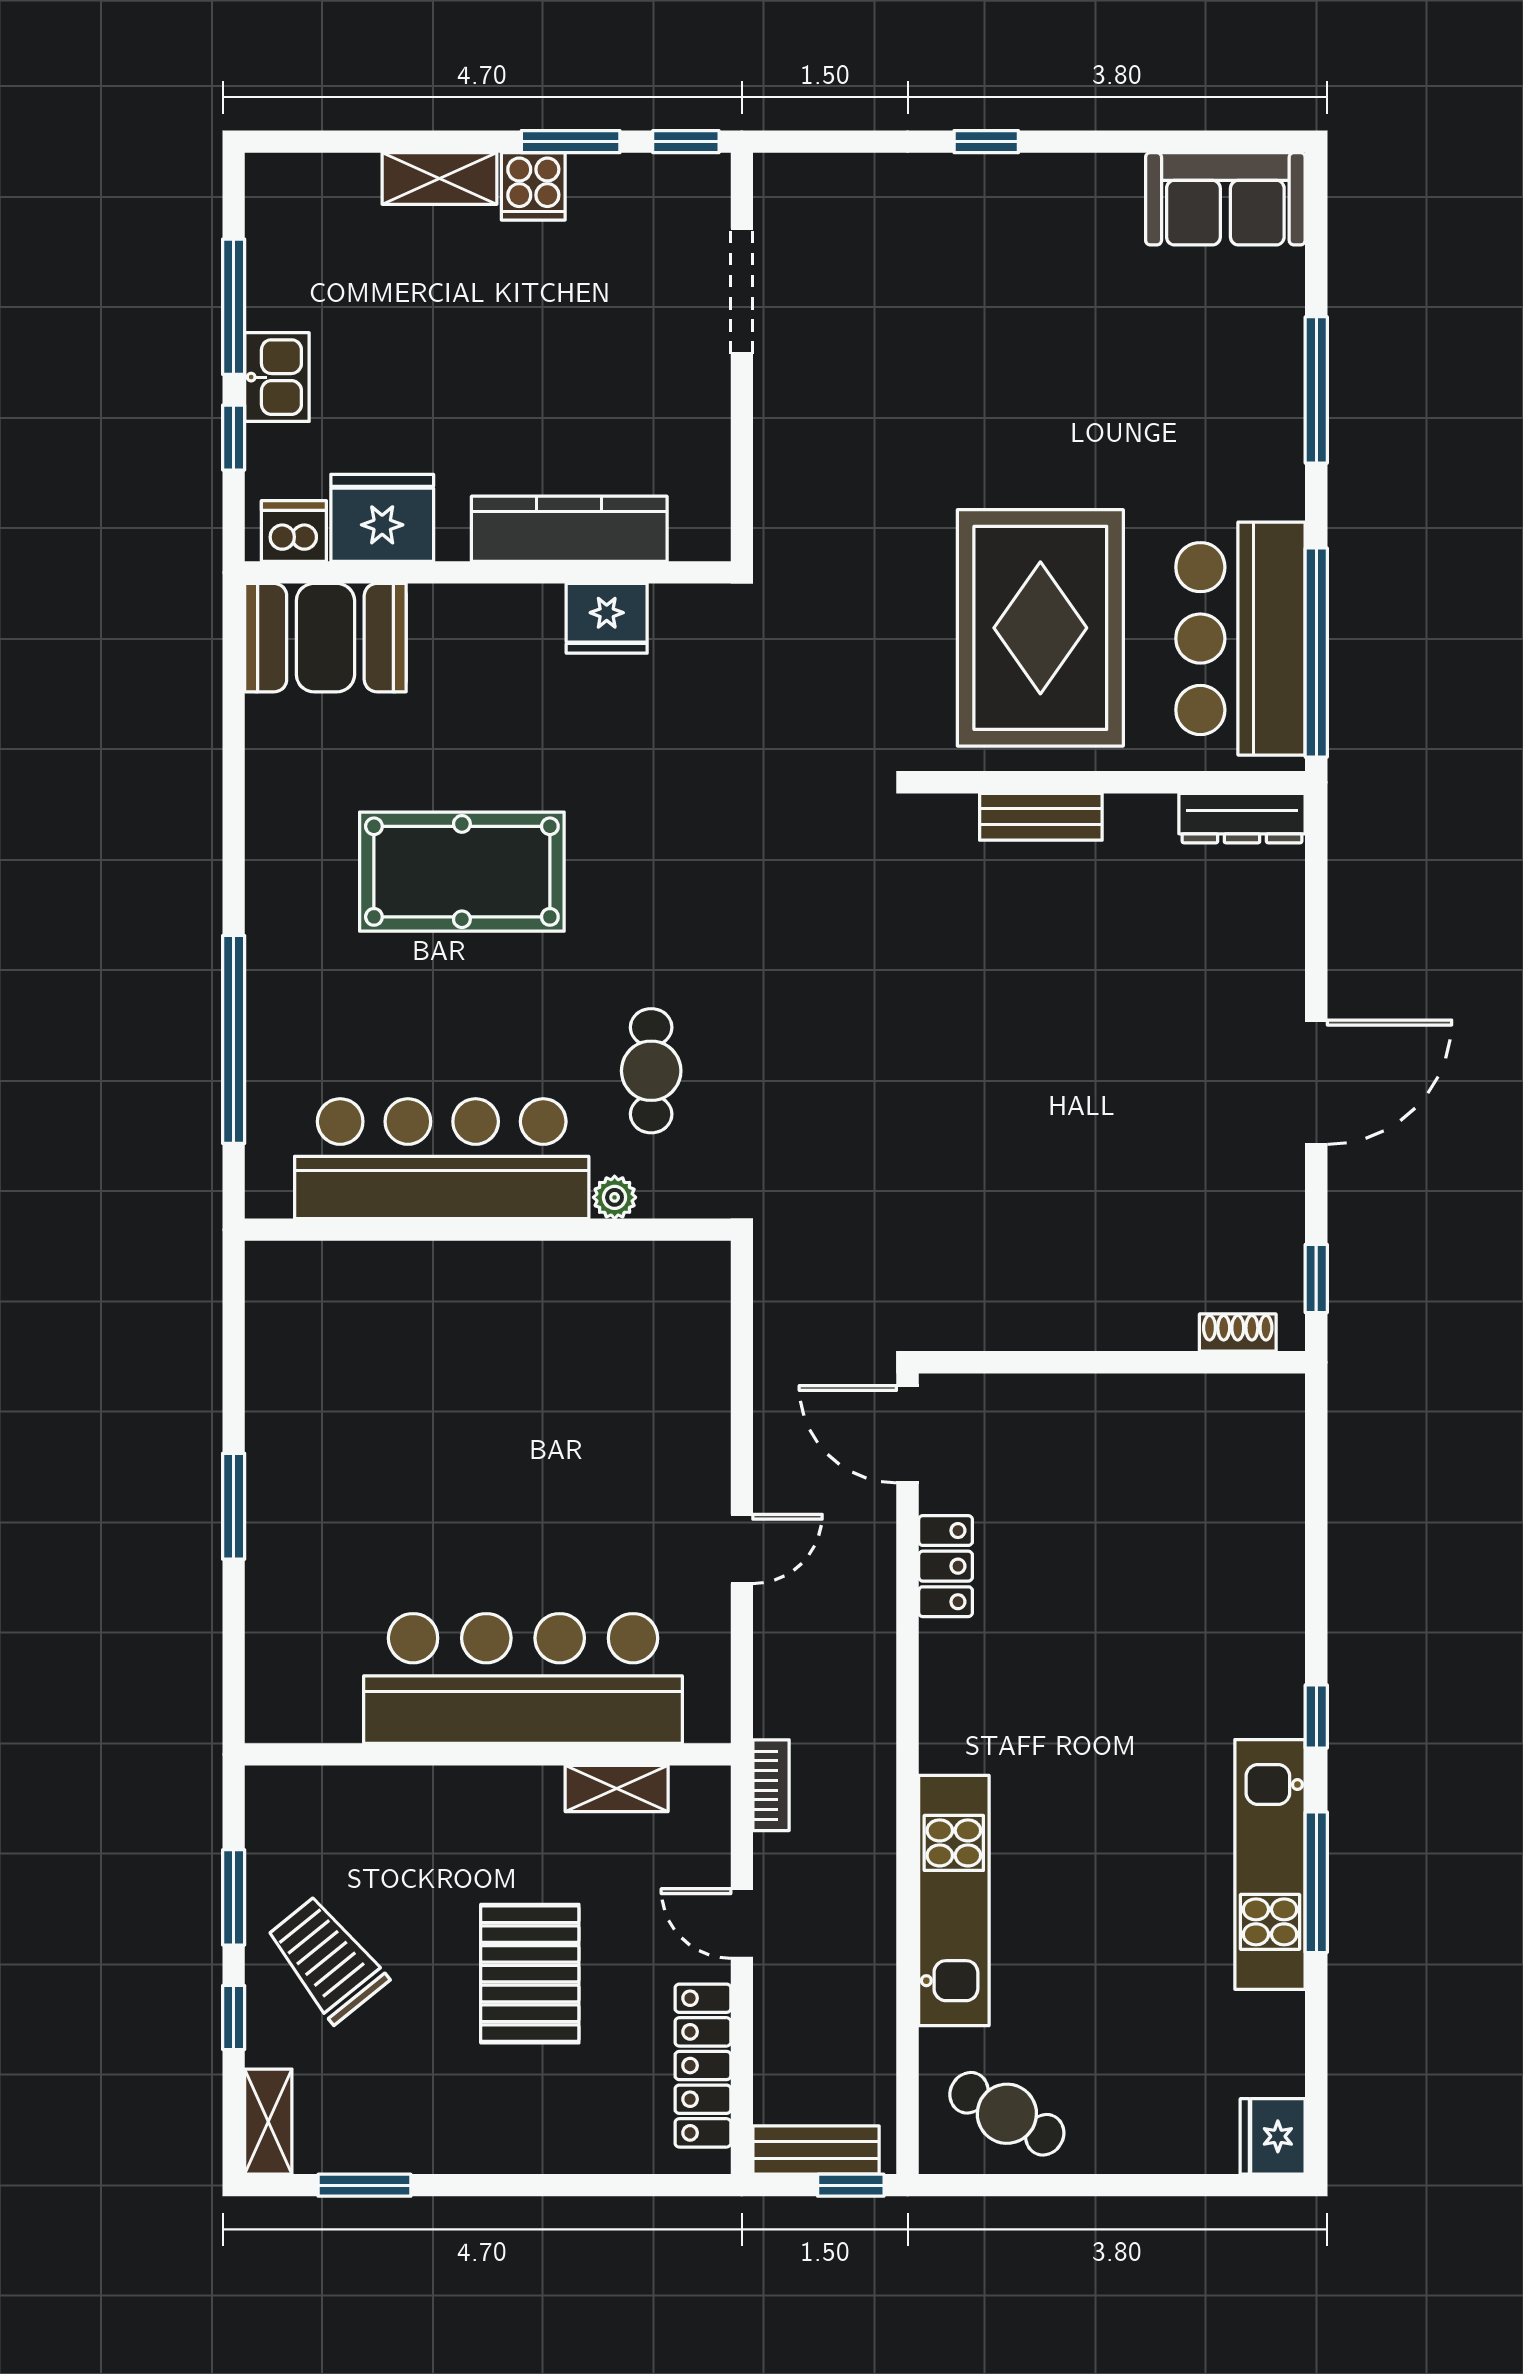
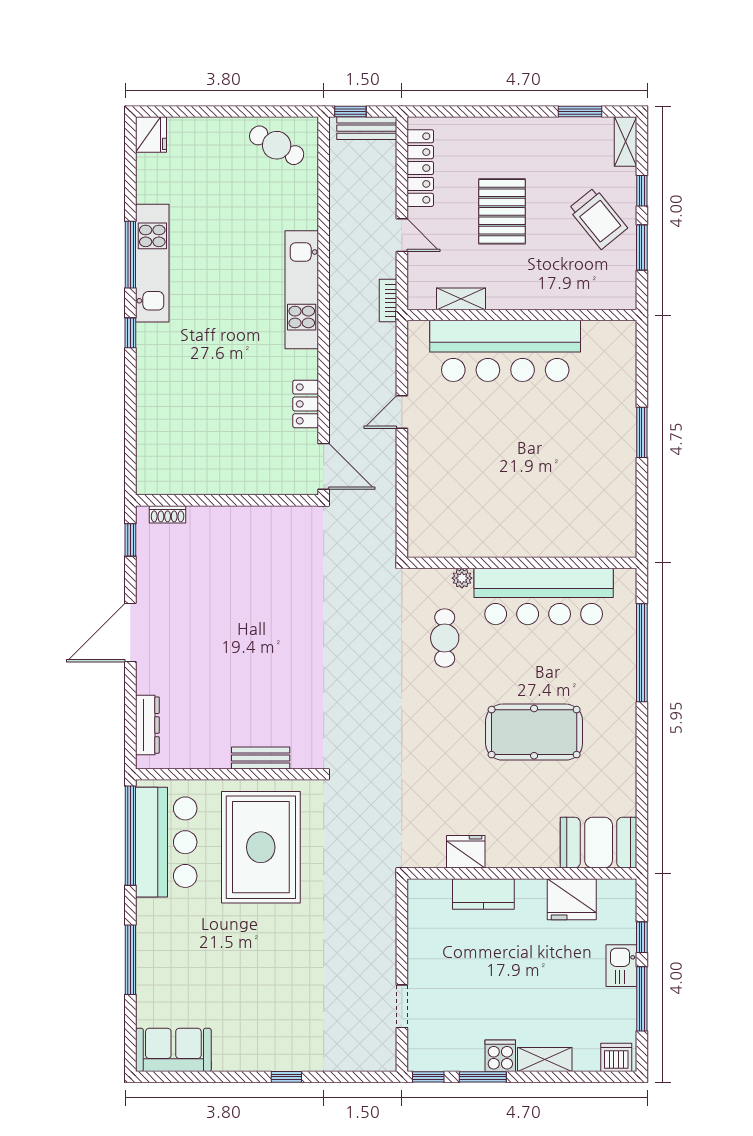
doorway: (742, 291) -> (402, 1006), width x0.73
kitchen counter: (569, 529) -> (483, 894), width x0.67
dishwasher: (294, 531) -> (616, 1057), moved, turned 180
dresser: (1242, 818) -> (147, 725), moved, turned 90
kitchen unit: (954, 1901) -> (302, 290), moved

